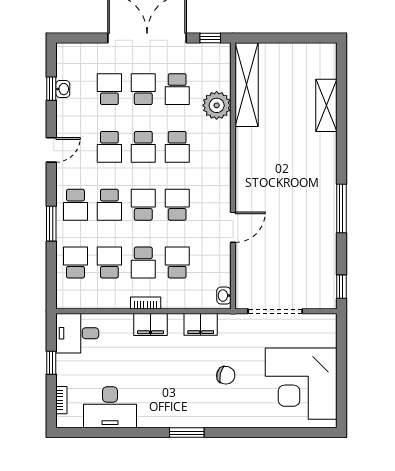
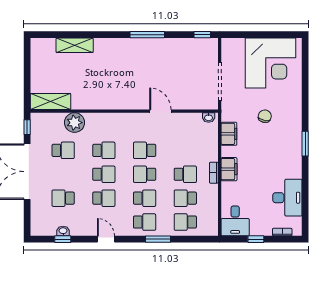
shelving: (247, 85) -> (51, 101), width x0.68
school desk: (143, 89) -> (63, 174), removed
school desk: (177, 263) -> (185, 150), removed

